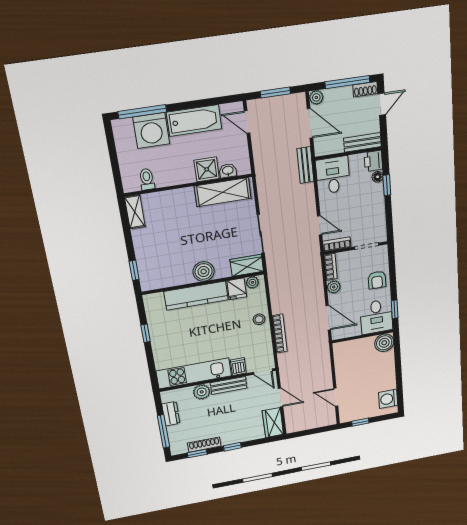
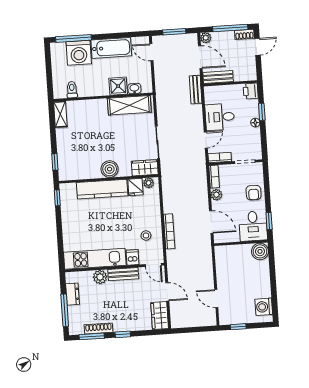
bench: (362, 142) -> (218, 77), moved
desk: (333, 175) -> (220, 117), moved, turned -90
floor lamp: (378, 177) -> (255, 123), moved
door: (320, 225) -> (206, 140), hinge flipped
stool: (259, 319) -> (146, 236), moved
window: (146, 333) -> (57, 198), moved
window: (197, 454) -> (92, 336), width x1.50

